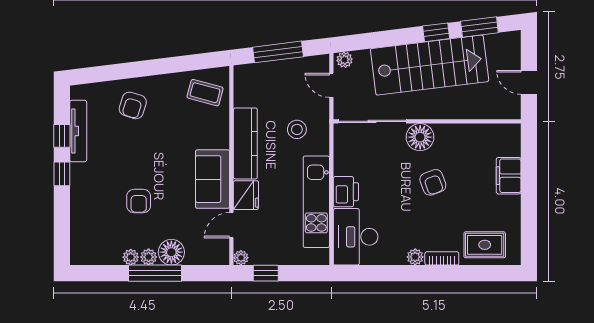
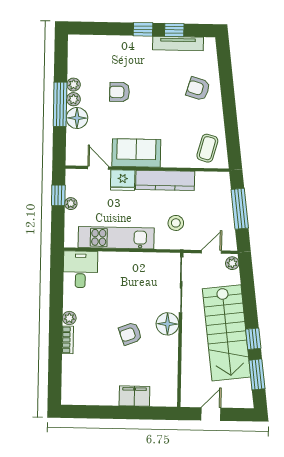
printer: (346, 192) -> (124, 262), removed
desk: (356, 237) -> (80, 269), width x0.73
rug: (485, 245) -> (78, 375), removed
plant: (241, 258) -> (71, 204), moved

